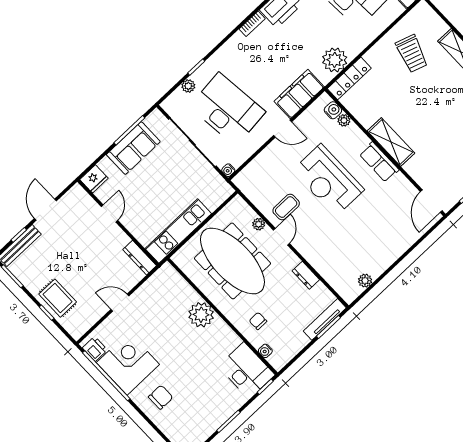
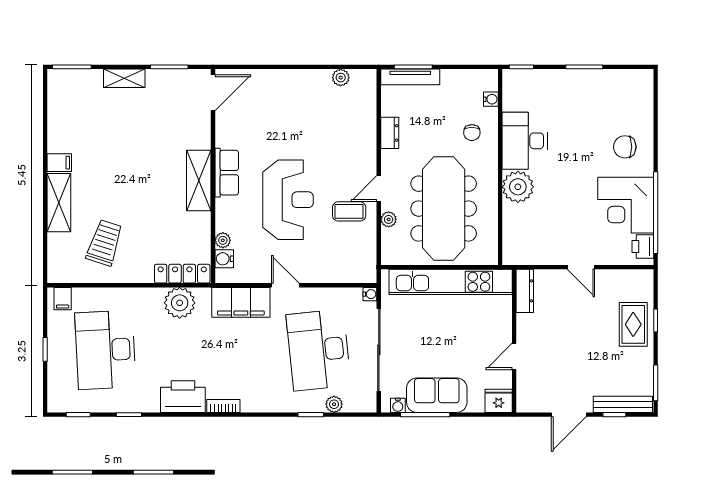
water cooler: (150, 121) -> (398, 405), added
kitchen unit: (178, 231) -> (451, 282), width x1.36
desk: (246, 371) -> (525, 141), moved

